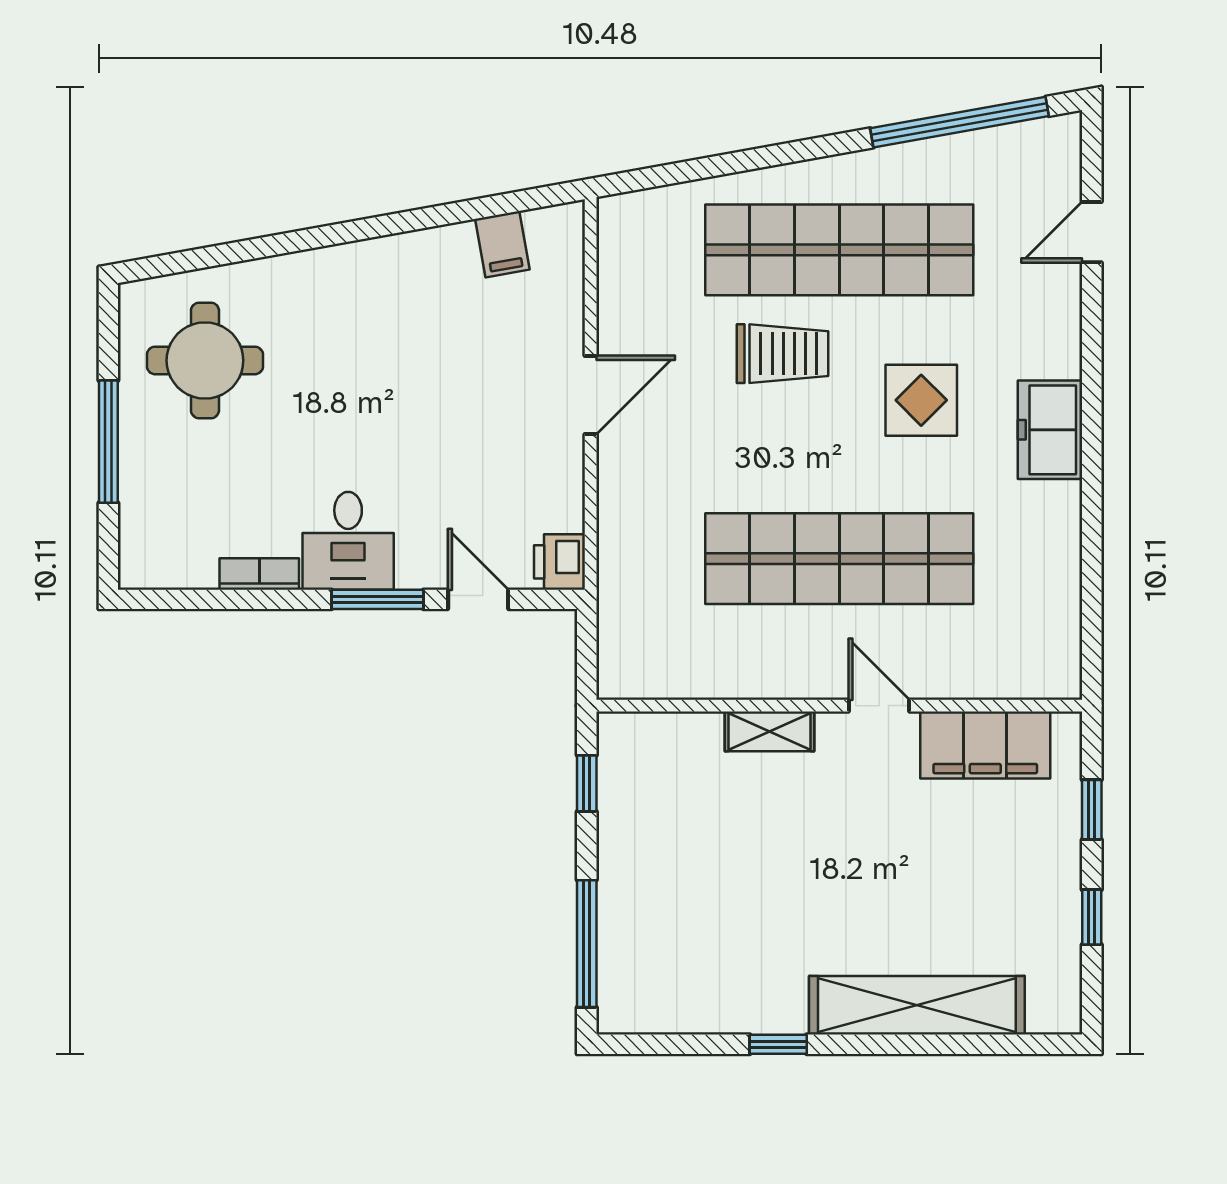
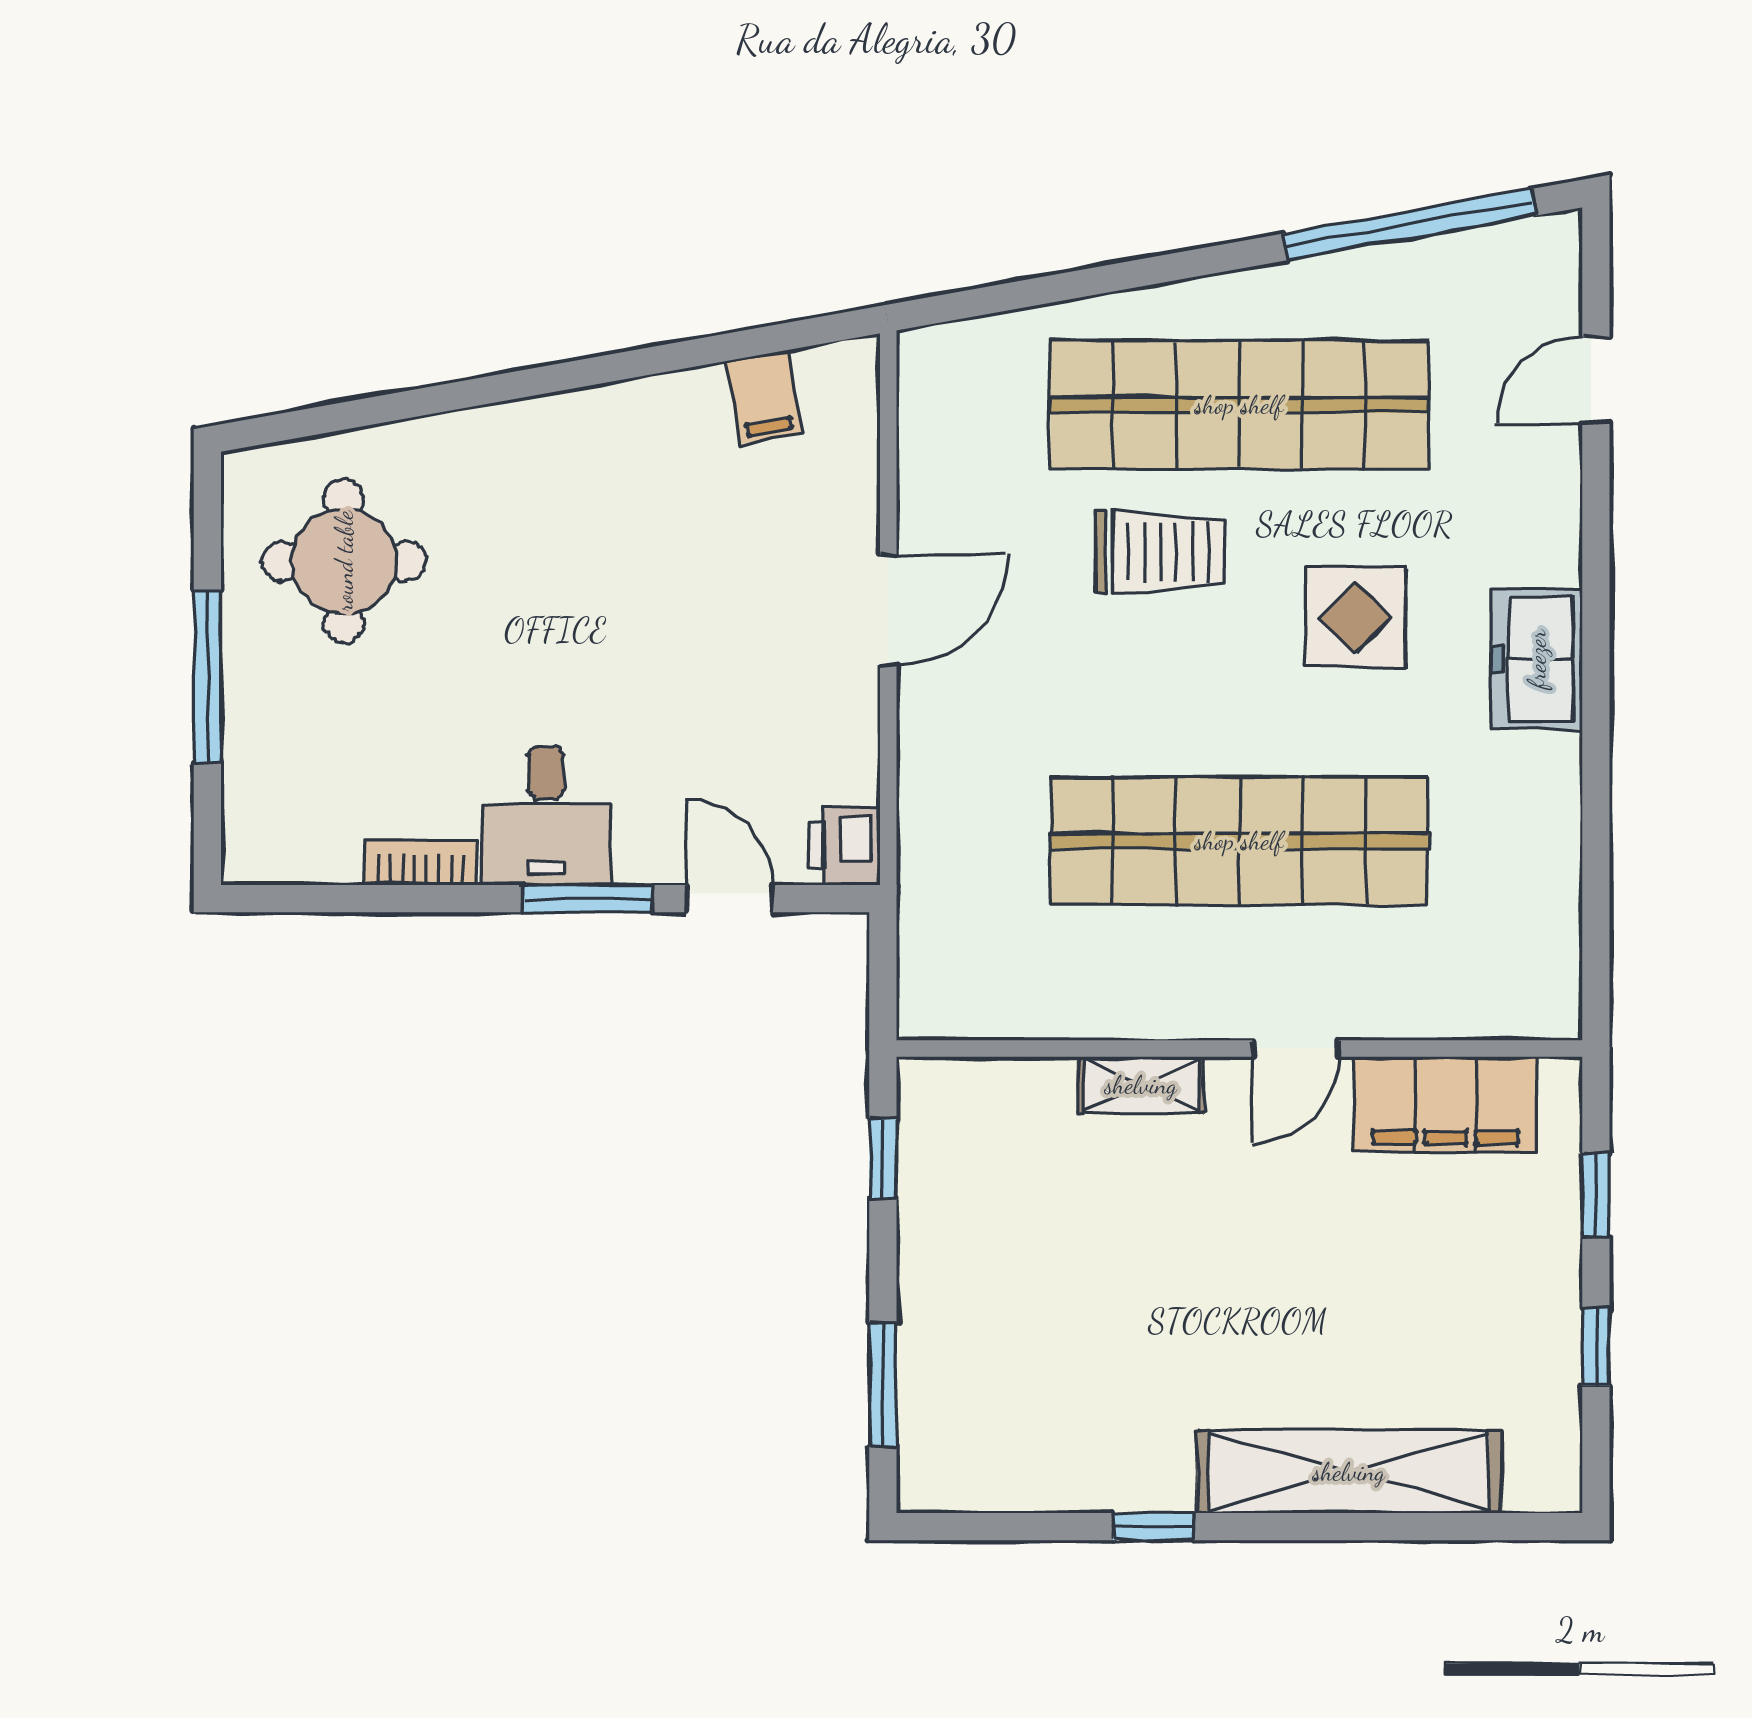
door: (879, 706) -> (1296, 1048), swing flipped
window: (587, 944) -> (883, 1385), width x0.69

